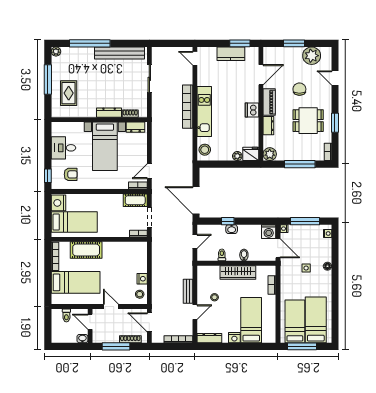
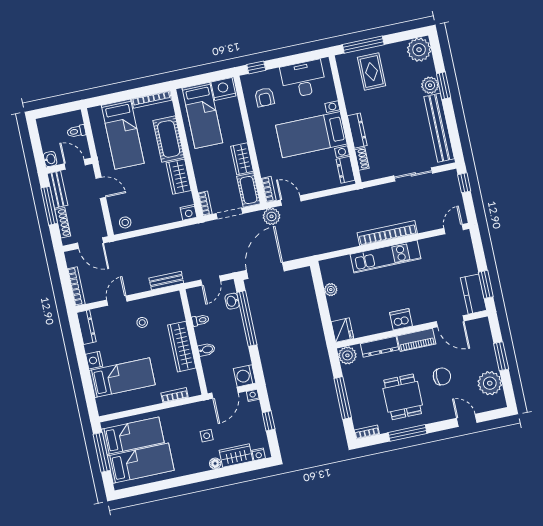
window: (90, 43) -> (444, 86), width x0.47
window: (163, 43) -> (464, 183), added
plant: (56, 51) -> (419, 50), width x1.87, depth x1.87
plant: (87, 53) -> (430, 85), added
kitchen counter: (231, 54) -> (474, 294), moved
door: (335, 78) -> (467, 420), hinge flipped
window: (48, 80) -> (363, 45), moved
rug: (69, 93) -> (372, 72), turned 90
window: (335, 123) -> (408, 433), width x1.44
dresser: (268, 126) -> (380, 347), width x1.44
desk: (63, 148) -> (303, 79), width x1.37
stool: (205, 150) -> (335, 268), removed
plant: (237, 156) -> (331, 290), moved
plant: (158, 188) -> (271, 216), added
wardrobe: (112, 200) -> (242, 159), added
window: (228, 221) -> (247, 319), width x3.17
window: (305, 221) -> (269, 421), width x0.46
washbasin: (232, 229) -> (232, 301), moved
door: (195, 241) -> (211, 281), hinge flipped
wardrobe: (115, 249) -> (179, 177), added
wardrobe: (325, 250) -> (236, 456), added
nightstand: (142, 279) -> (188, 212), moved
bench: (188, 291) -> (166, 281), moved
door: (111, 307) -> (101, 188), hinge flipped
door: (195, 312) -> (117, 301), swing flipped
door: (90, 322) -> (75, 164), hinge flipped
door: (149, 322) -> (90, 243), swing flipped
bench: (105, 338) -> (58, 189), added

